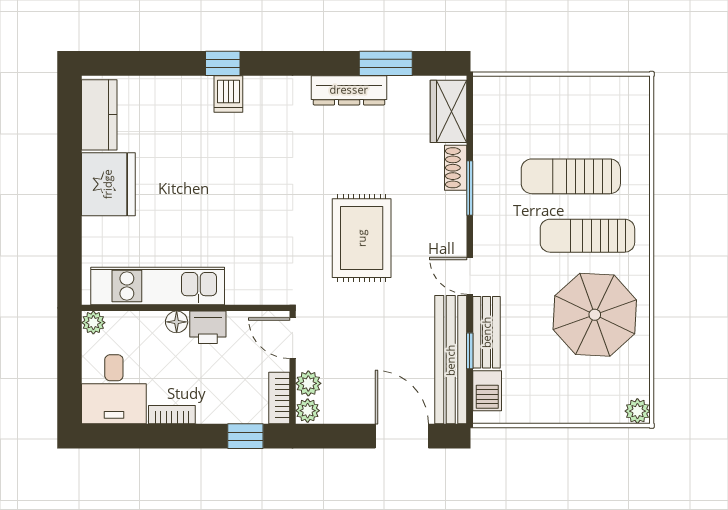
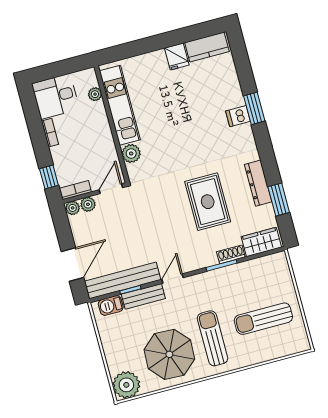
window: (223, 63) -> (254, 108), width x1.50
sun lounger: (571, 176) -> (263, 319), moved, turned -90
fridge: (108, 184) -> (177, 57), width x0.53, depth x0.75
rug: (362, 238) -> (208, 202), moved, turned 90
plant: (243, 289) -> (131, 153), added
floor lamp: (177, 322) -> (103, 121), removed
plant: (93, 323) -> (95, 94), moved
printer: (208, 327) -> (104, 140), removed
plant: (637, 411) -> (126, 385), width x1.88, depth x1.88

